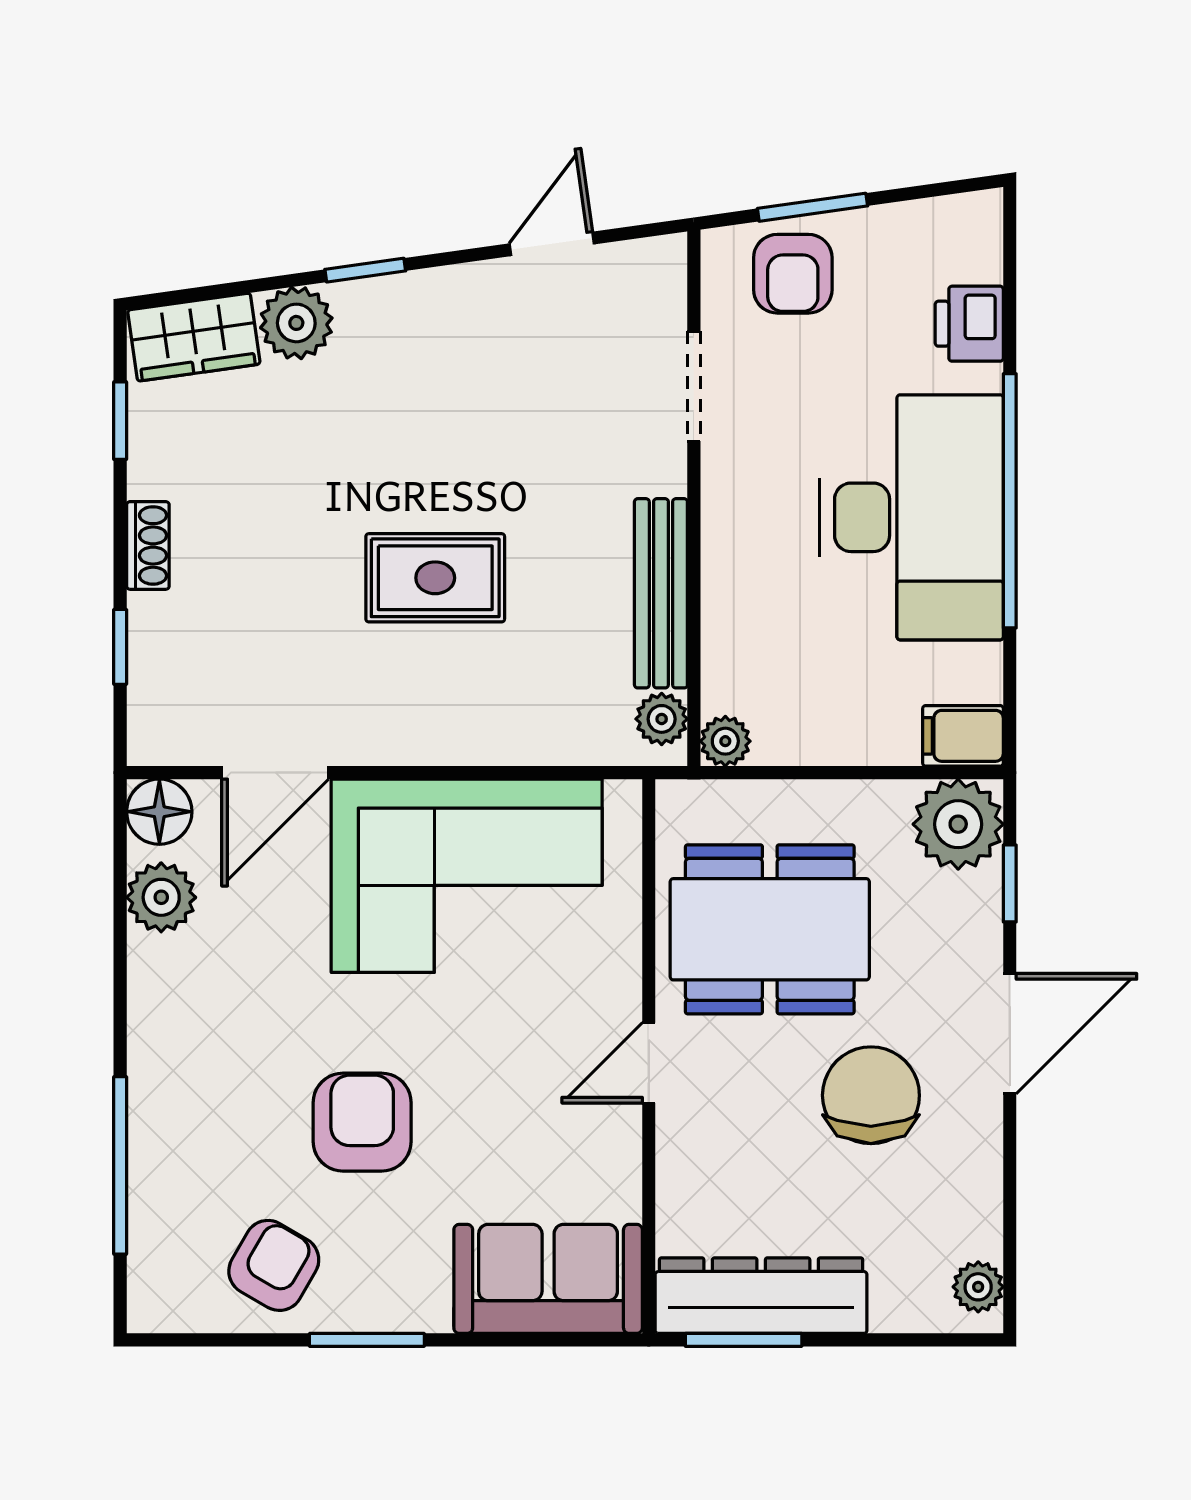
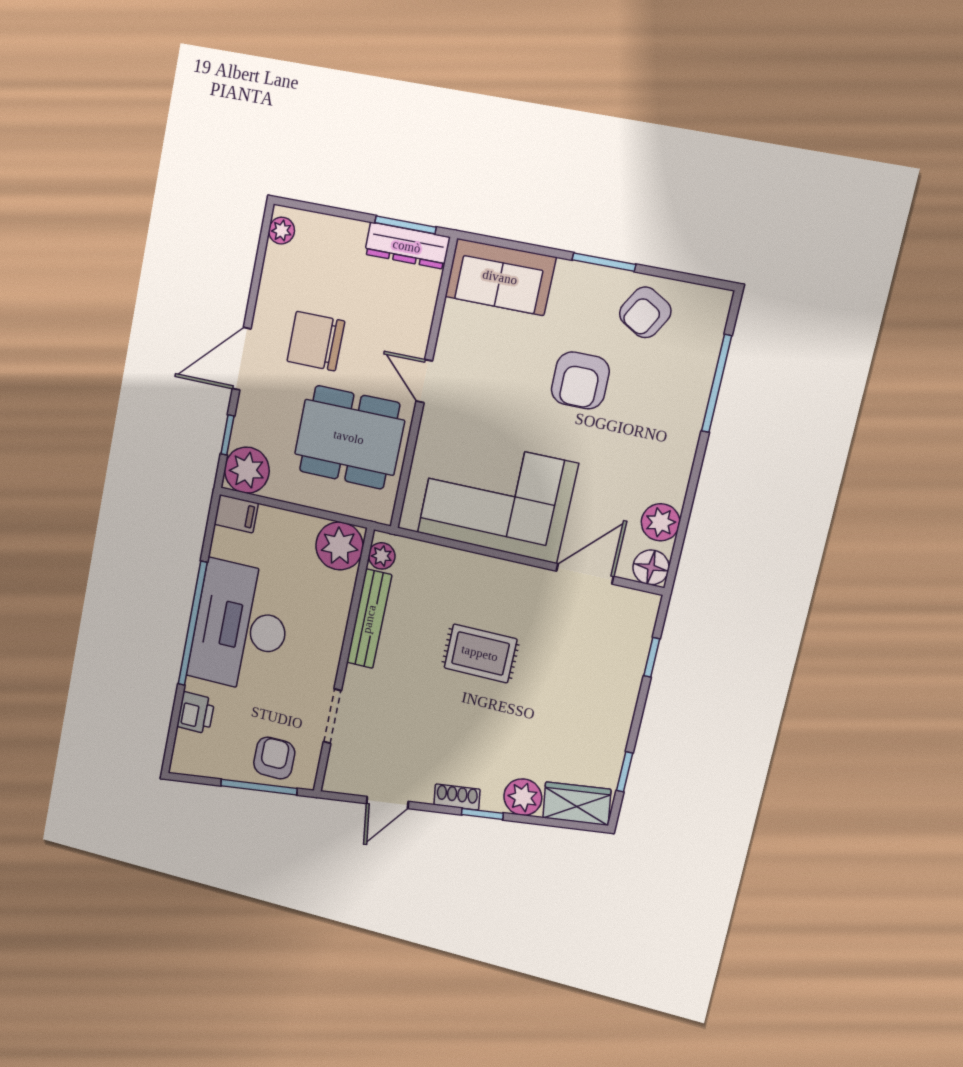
window: (812, 207) -> (259, 787), width x1.44
shoe rack: (148, 545) -> (457, 797), moved, turned 82
plant: (725, 741) -> (339, 546), width x1.88, depth x1.88
door: (649, 1063) -> (424, 381), swing flipped
chair: (871, 1095) -> (316, 341), turned 90
dresser: (761, 1296) -> (407, 246), width x0.73, depth x0.80

